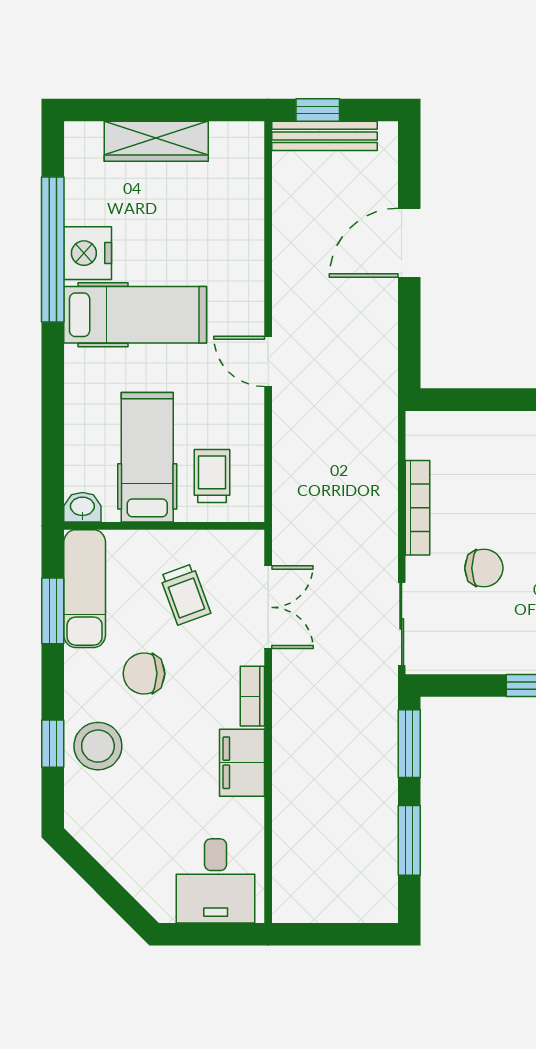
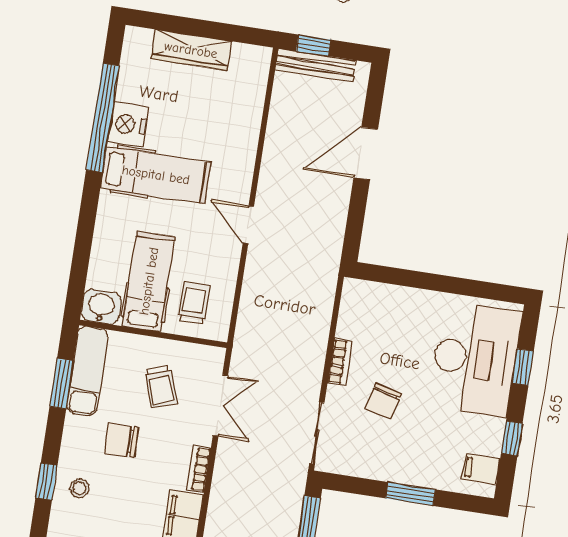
washbasin: (82, 507) -> (101, 307), width x1.38, depth x1.45
bookcase: (418, 508) -> (340, 362), width x0.64
chair: (484, 568) -> (384, 401), turned 104
stool: (98, 746) -> (79, 488), width x0.53, depth x0.53

